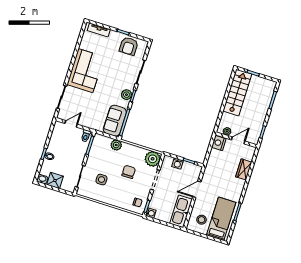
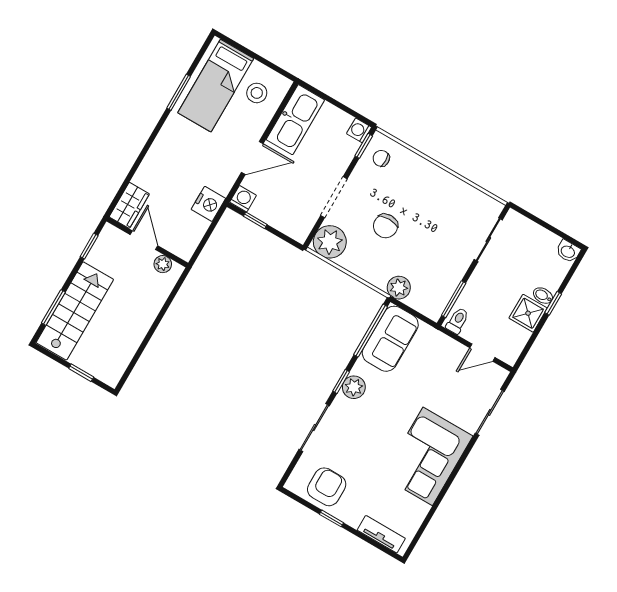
stairs: (237, 93) -> (75, 311), moved, turned 180
door: (238, 140) -> (144, 240), swing flipped
nightstand: (219, 143) -> (208, 204), moved
washing machine: (178, 164) -> (243, 199), moved
wardrobe: (244, 169) -> (129, 205), moved
shower: (55, 180) -> (528, 313), moved
side table: (101, 180) -> (445, 223), removed

